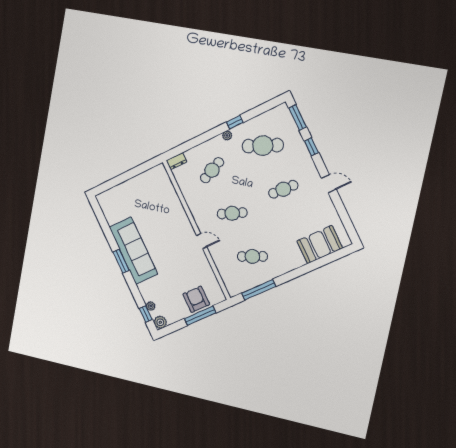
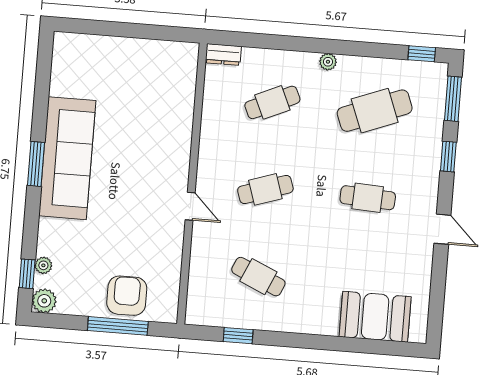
window: (235, 122) -> (422, 54), moved
cafe table: (263, 146) -> (375, 111), turned -45
cafe table: (232, 213) -> (265, 189), turned -39
window: (259, 290) -> (238, 336), width x0.46

